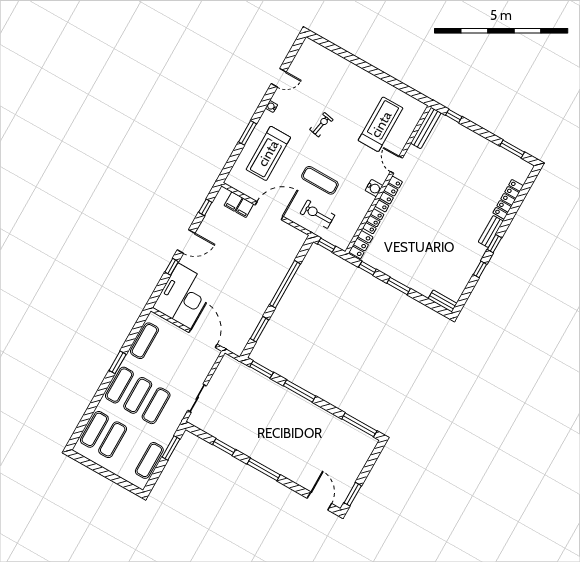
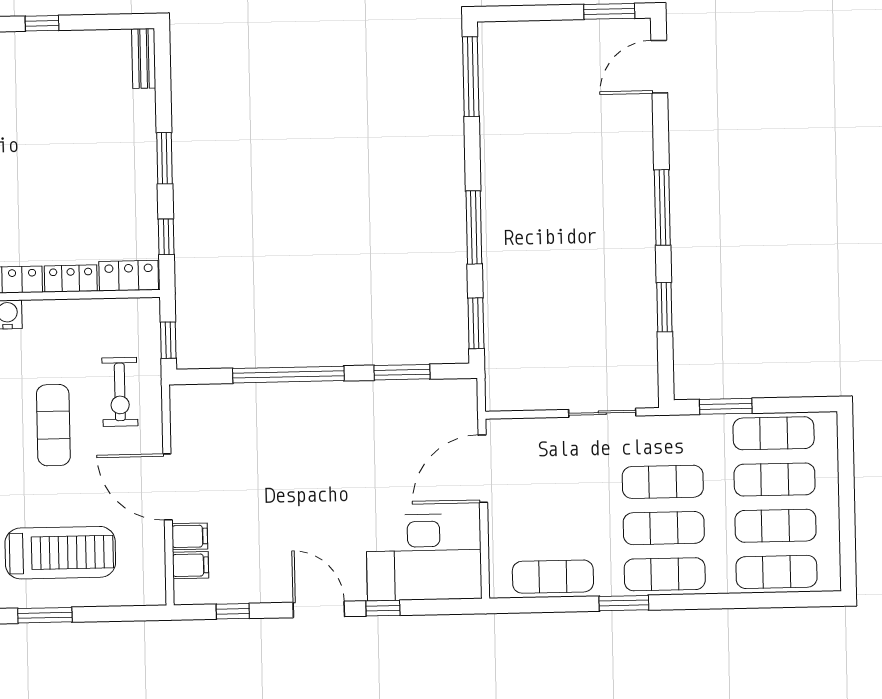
exercise mat: (131, 450) -> (775, 480), added

